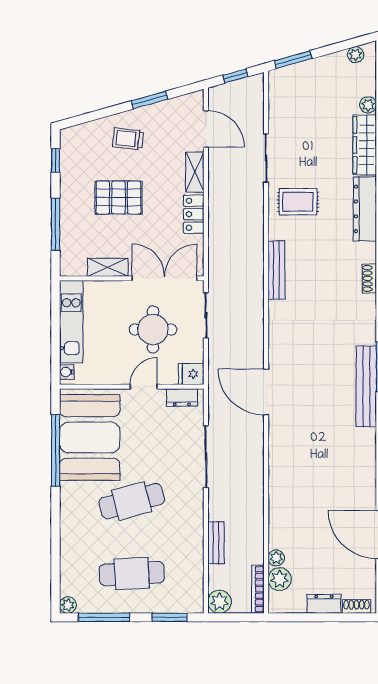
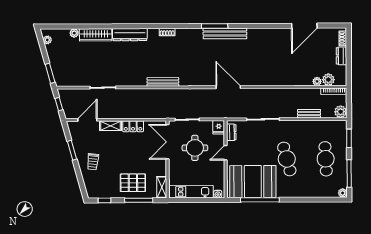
pallet: (118, 197) -> (133, 183), moved, turned 90
rug: (298, 202) -> (126, 70), removed
shelving: (108, 267) -> (162, 187), moved
door: (144, 387) -> (226, 153), hinge flipped
door: (266, 392) -> (228, 87), swing flipped

